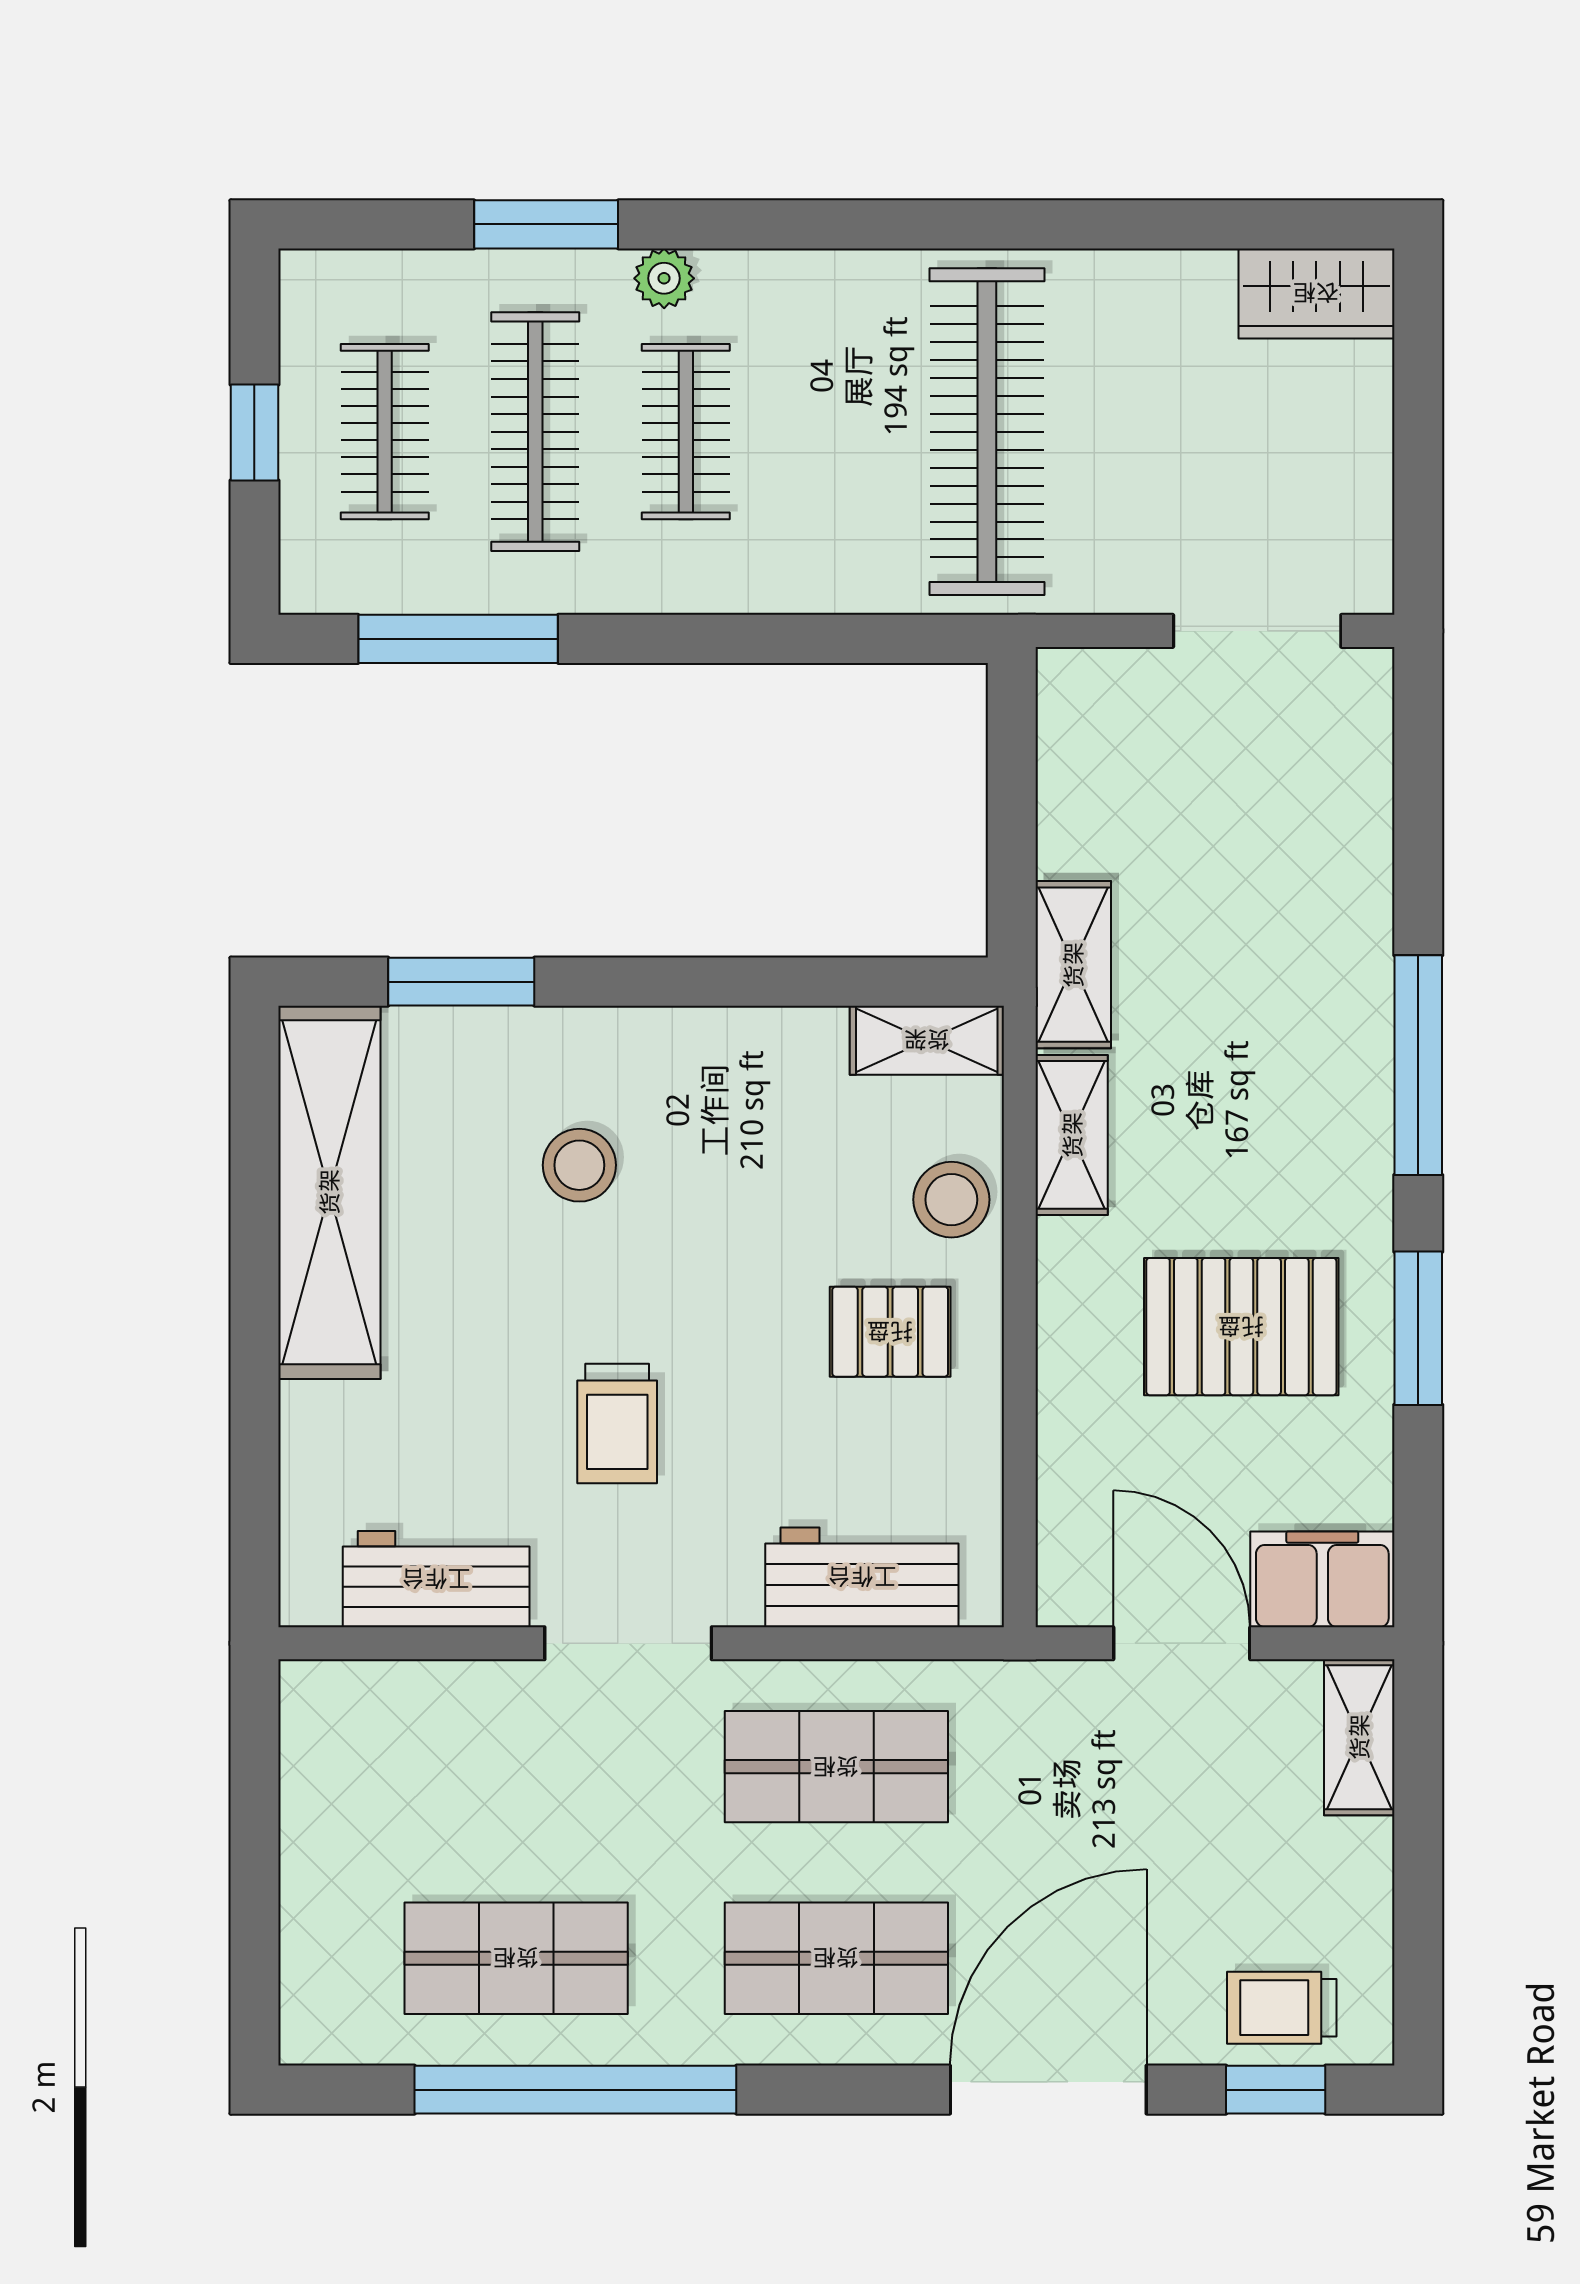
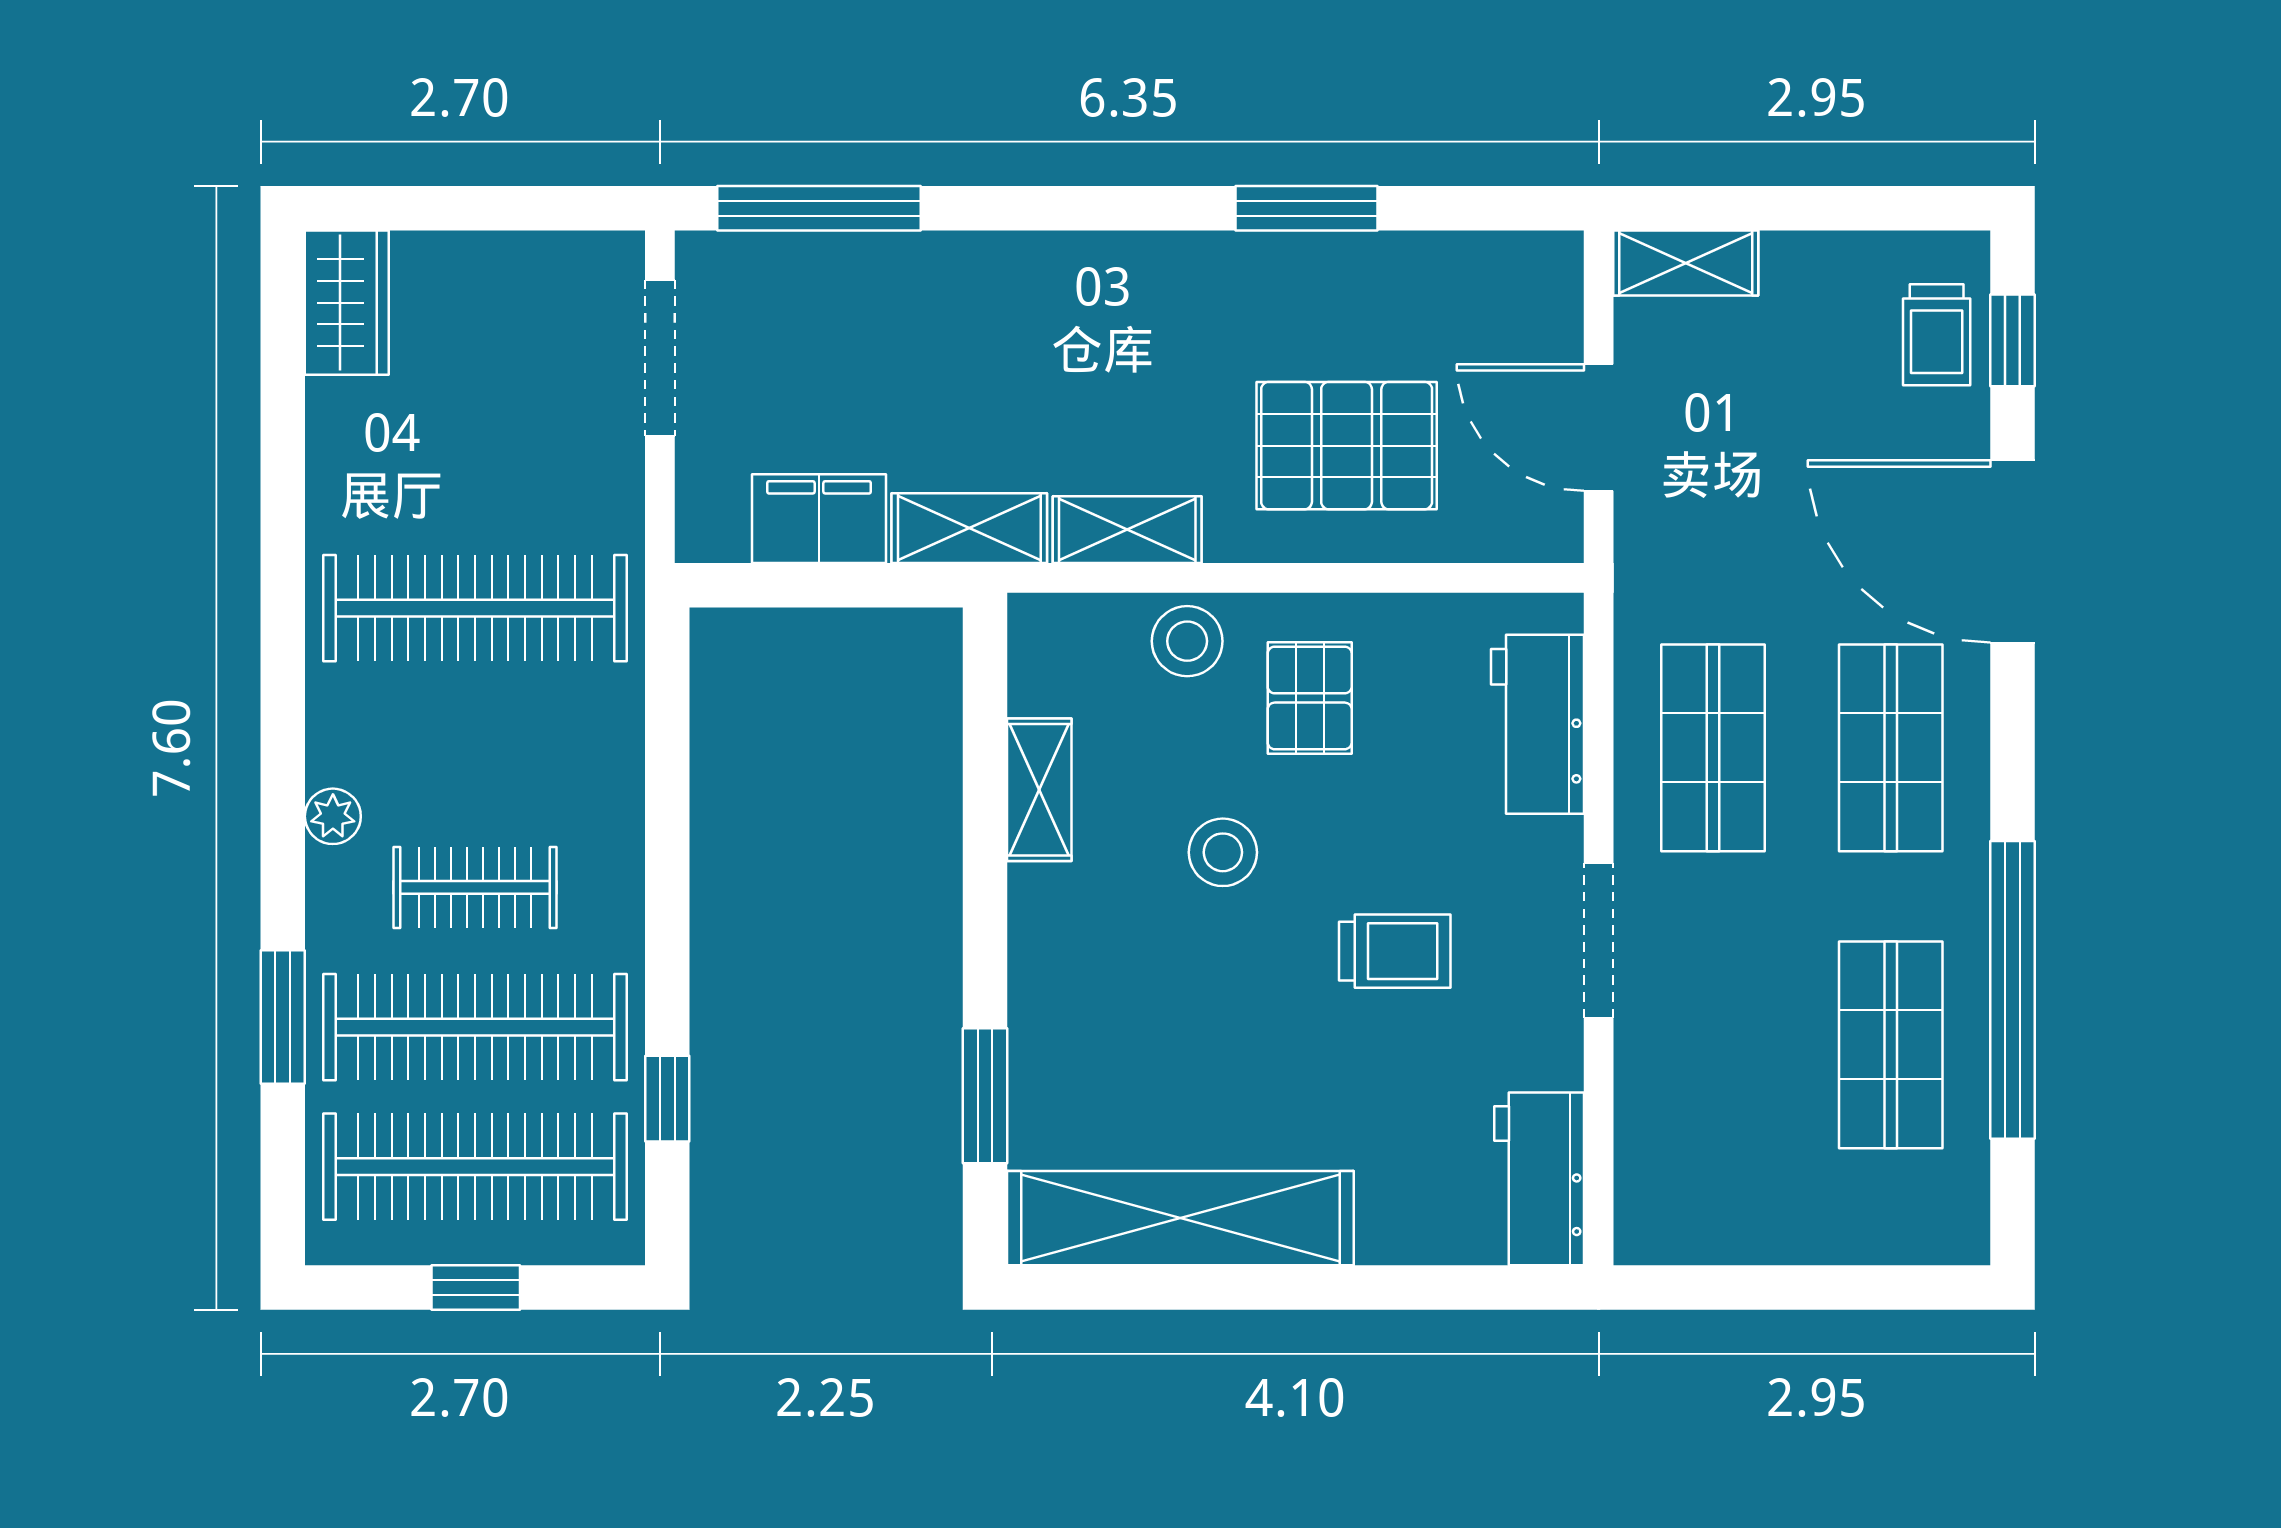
plant: (664, 278) -> (333, 816), moved
clothes rail: (385, 432) -> (475, 1167), width x1.86, depth x1.31
clothes rail: (535, 432) -> (475, 1027), width x1.37, depth x1.31
window: (458, 639) -> (667, 1099), width x0.46
shelving: (927, 1040) -> (1039, 790), moved
window: (1418, 1065) -> (819, 208), moved
stool: (579, 1165) -> (1223, 852), moved
pallet: (1241, 1327) -> (1347, 446), moved, turned 90
workbench: (436, 1579) -> (1539, 1179), moved
filing cabinet: (1322, 1579) -> (819, 519), moved, turned 90
door: (1182, 1643) -> (1599, 428), hinge flipped

